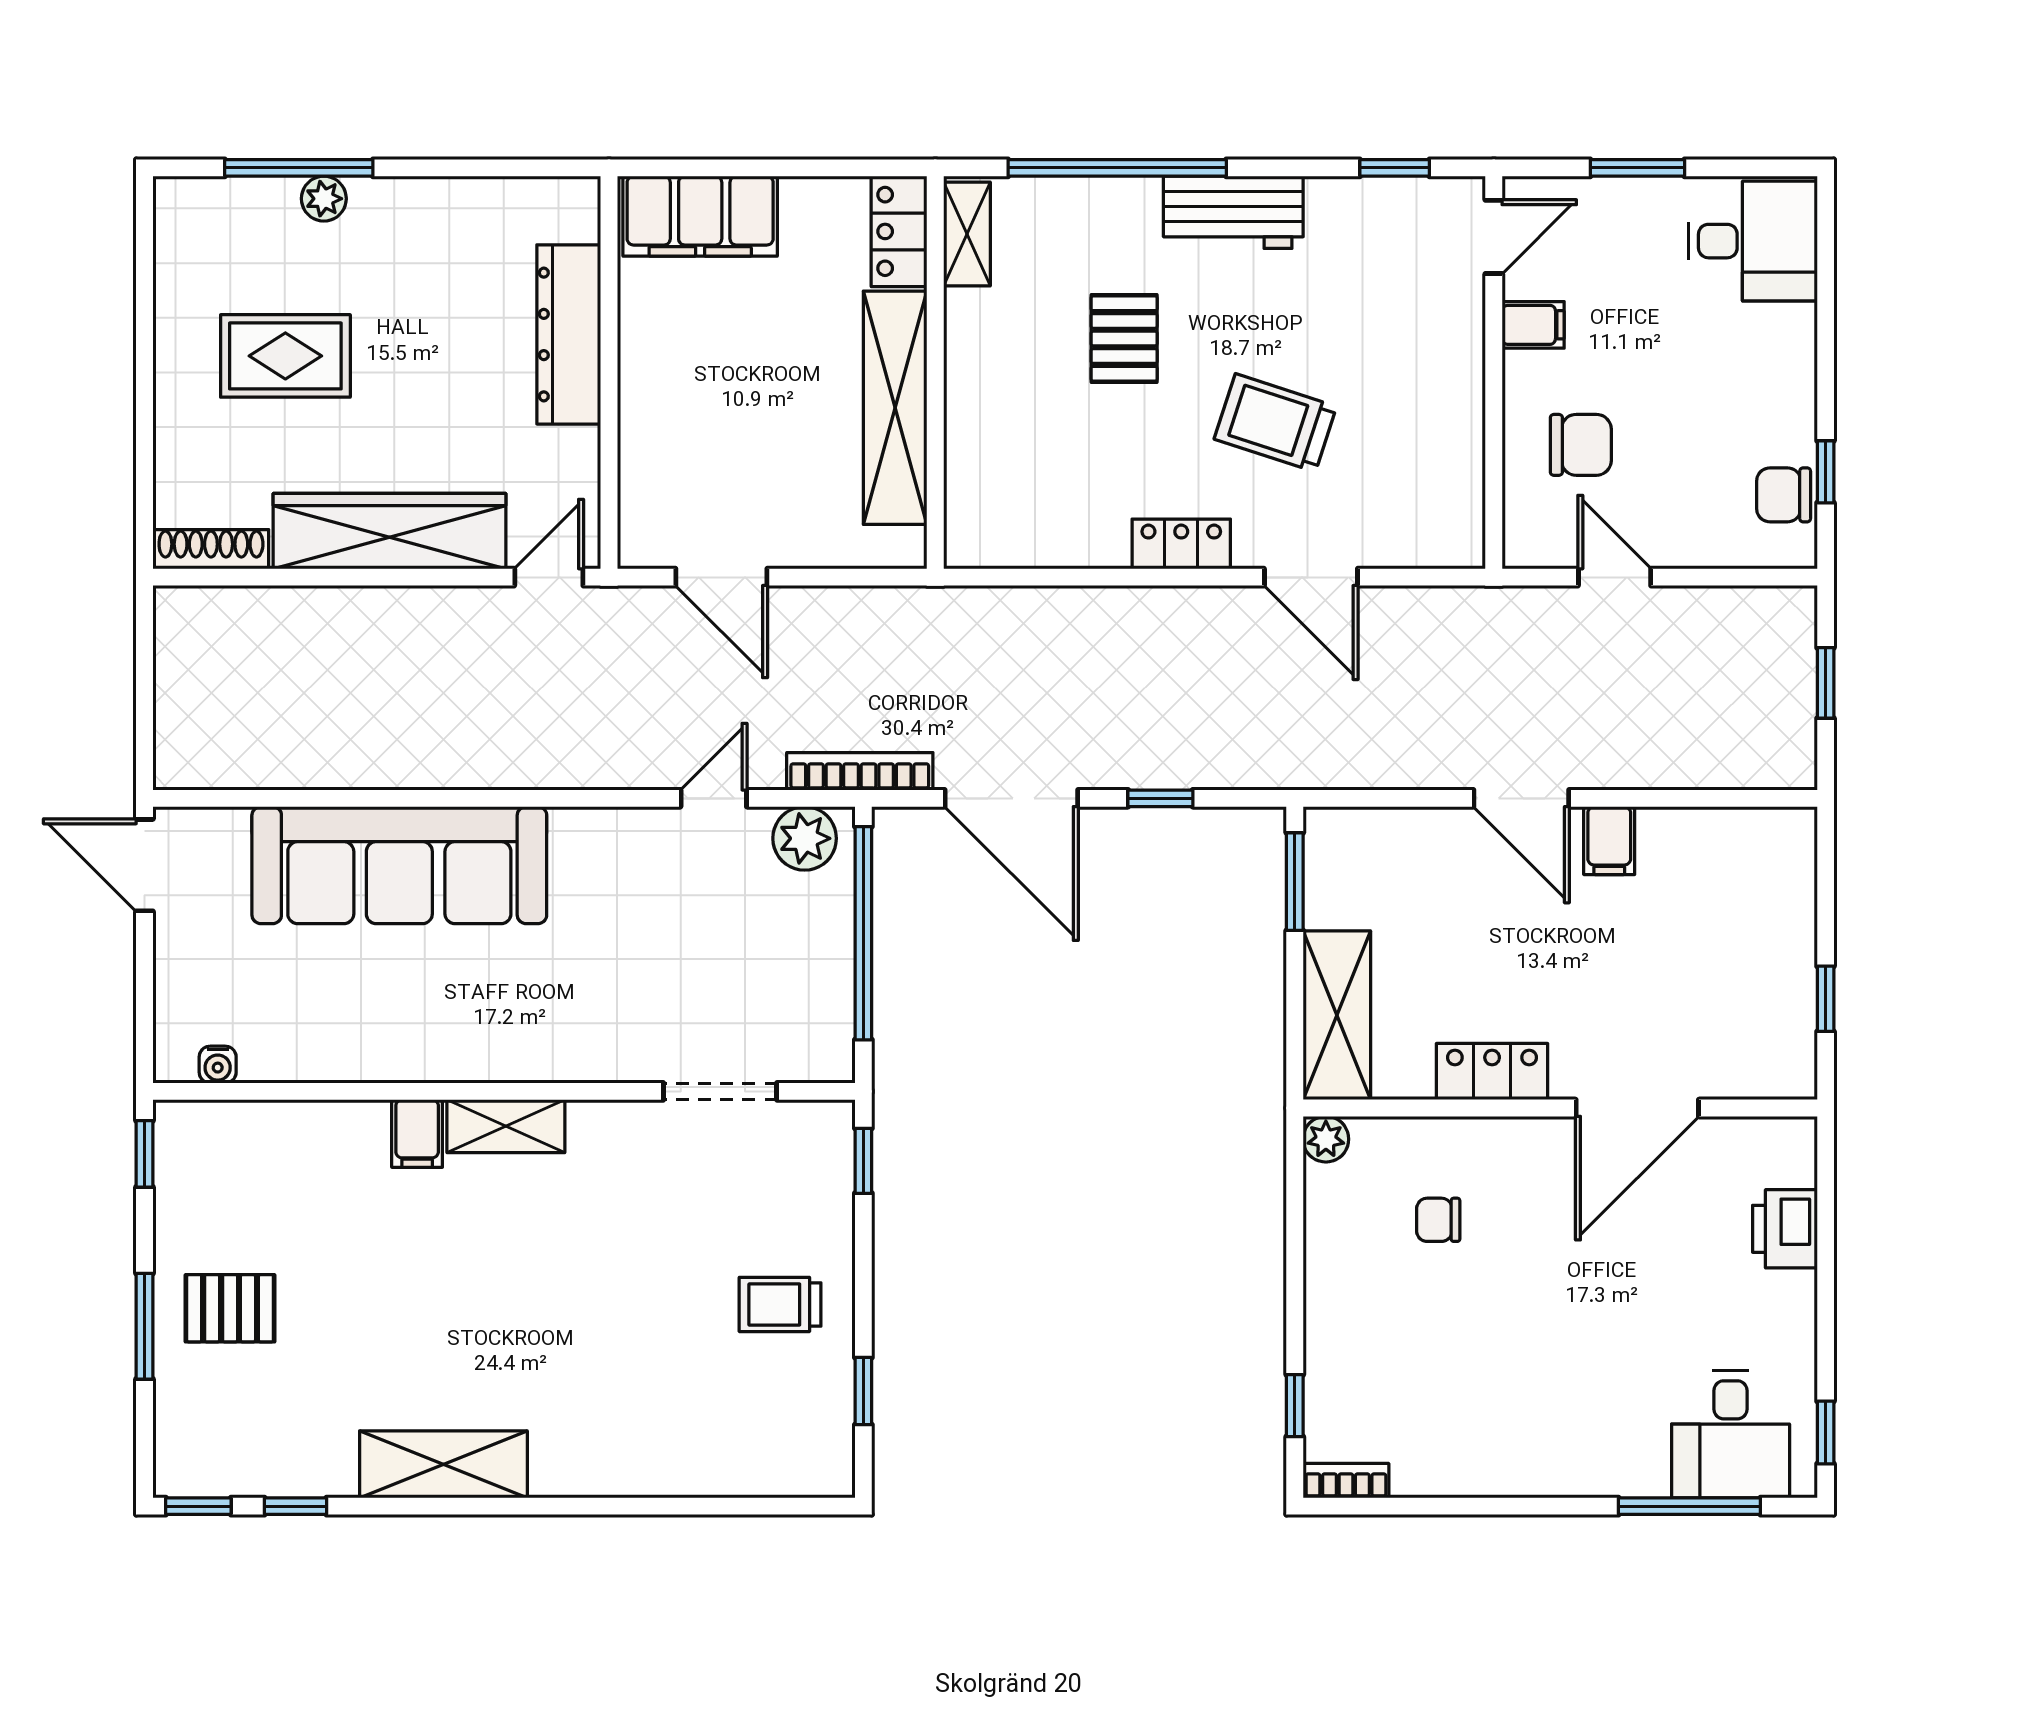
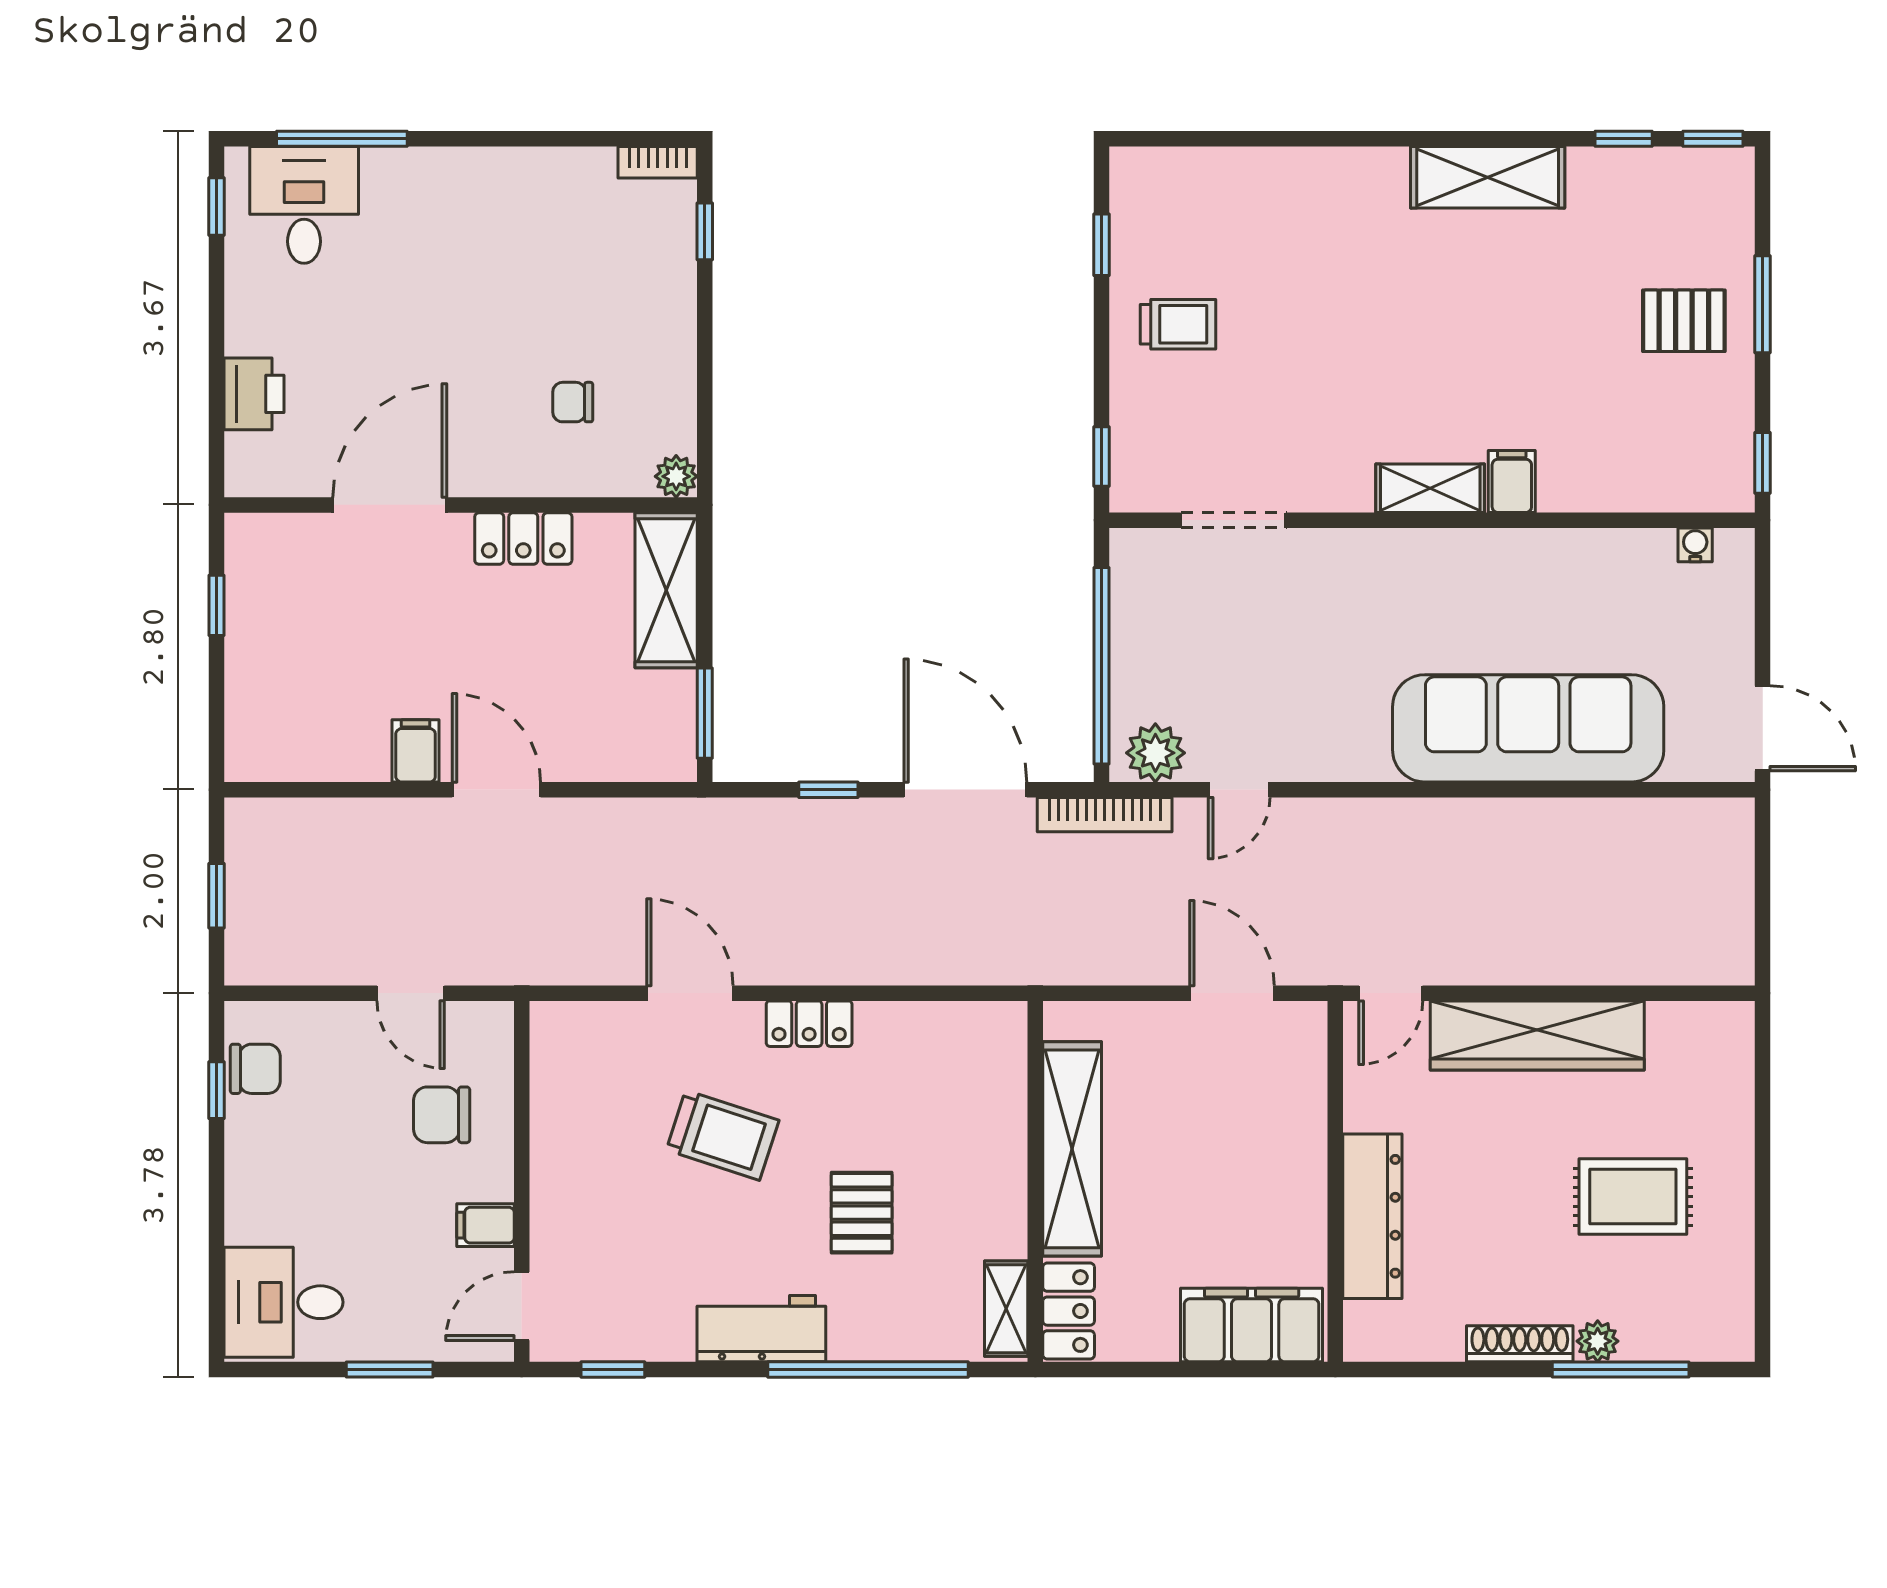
shoe rack: (211, 549) -> (1520, 1344), moved, turned 180
chair: (1438, 1220) -> (573, 402), turned 180

